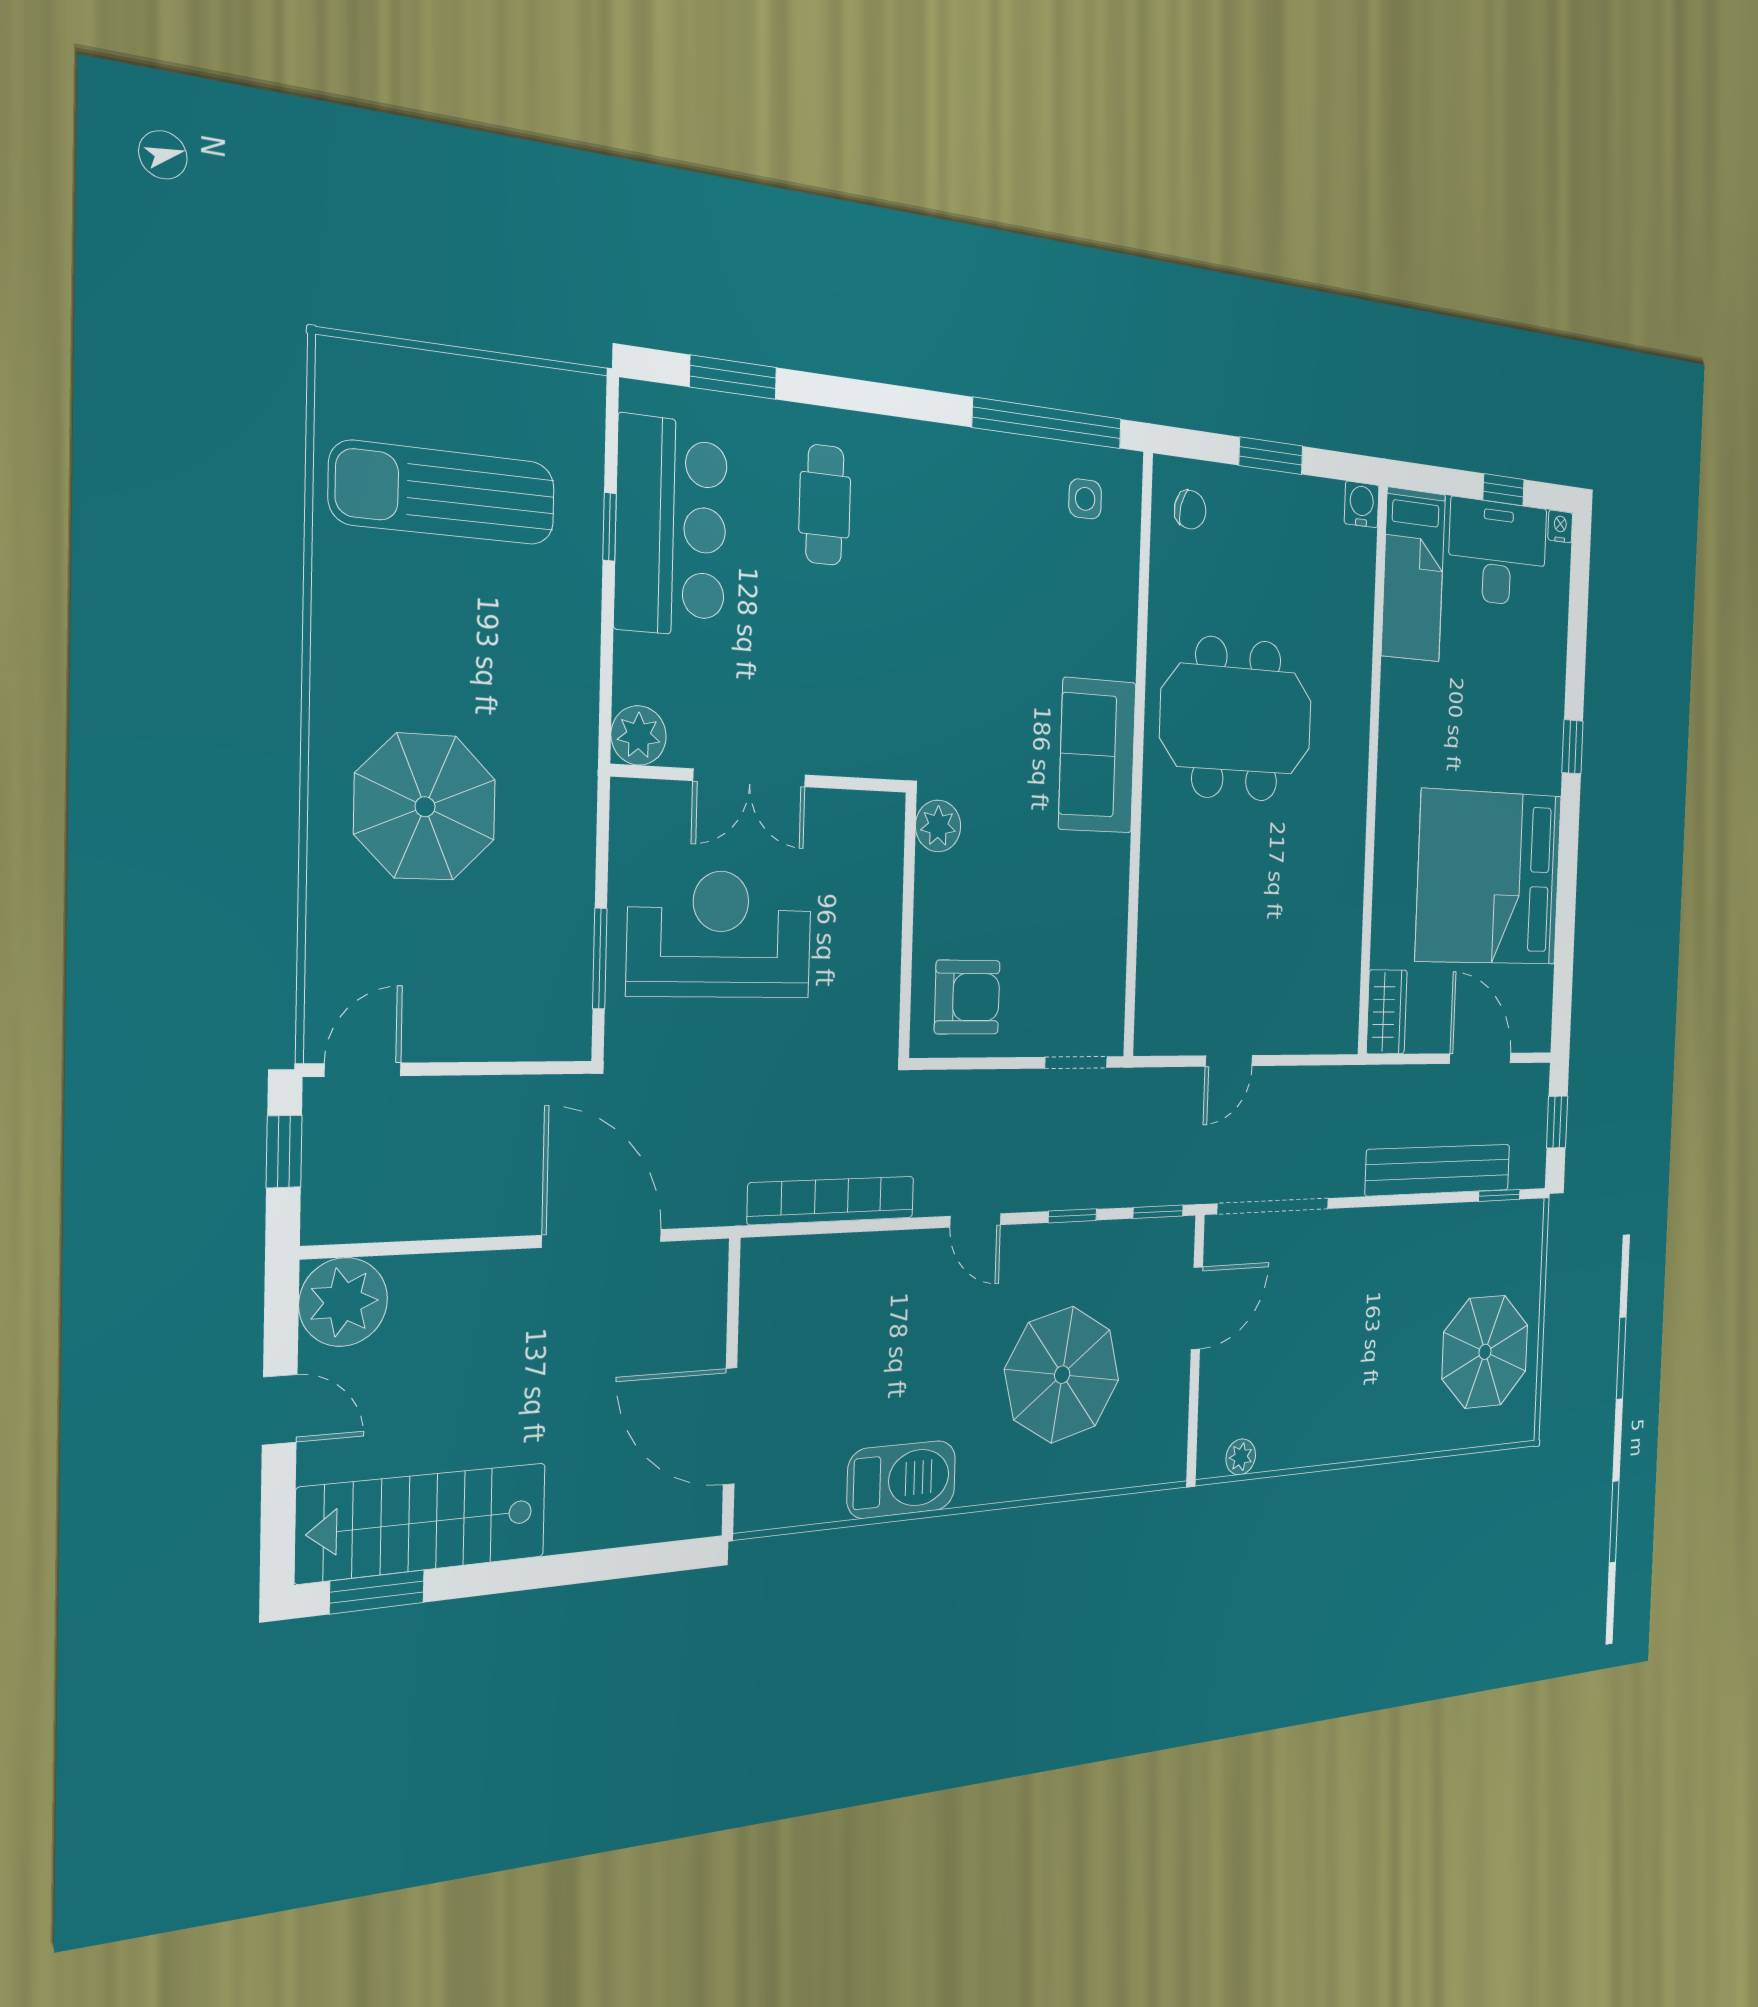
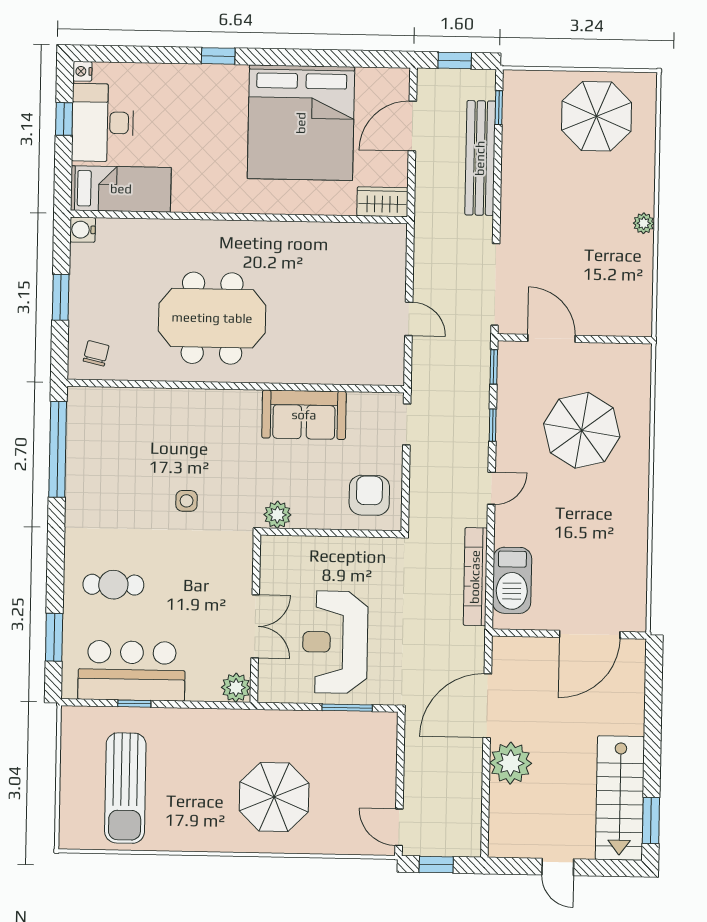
side table: (1085, 499) -> (187, 501), moved
meeting table: (1236, 719) -> (212, 318), turned 90
sofa: (1097, 756) -> (304, 415), moved
plant: (343, 1302) -> (511, 763), moved
door: (280, 1410) -> (558, 867), swing flipped
plant: (1241, 1457) -> (644, 223), moved
barbecue: (902, 1479) -> (512, 580), moved, turned 180

